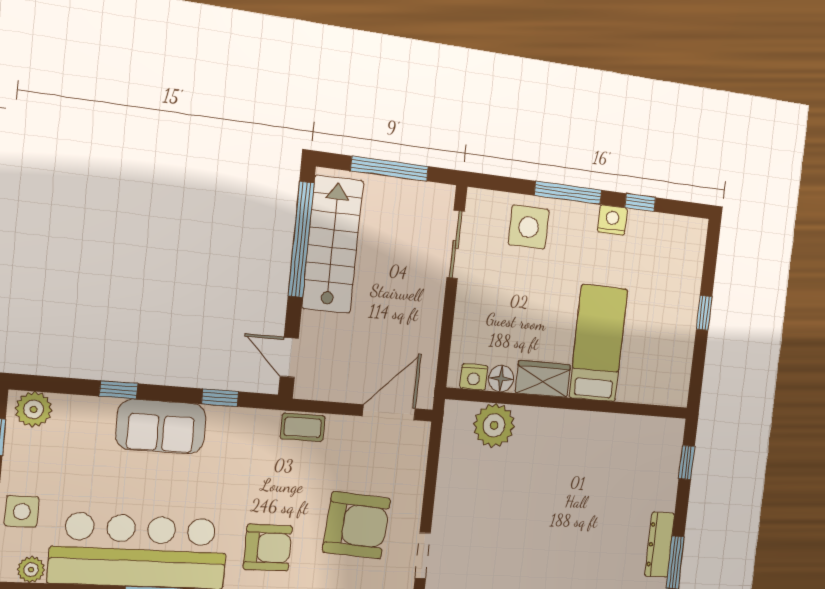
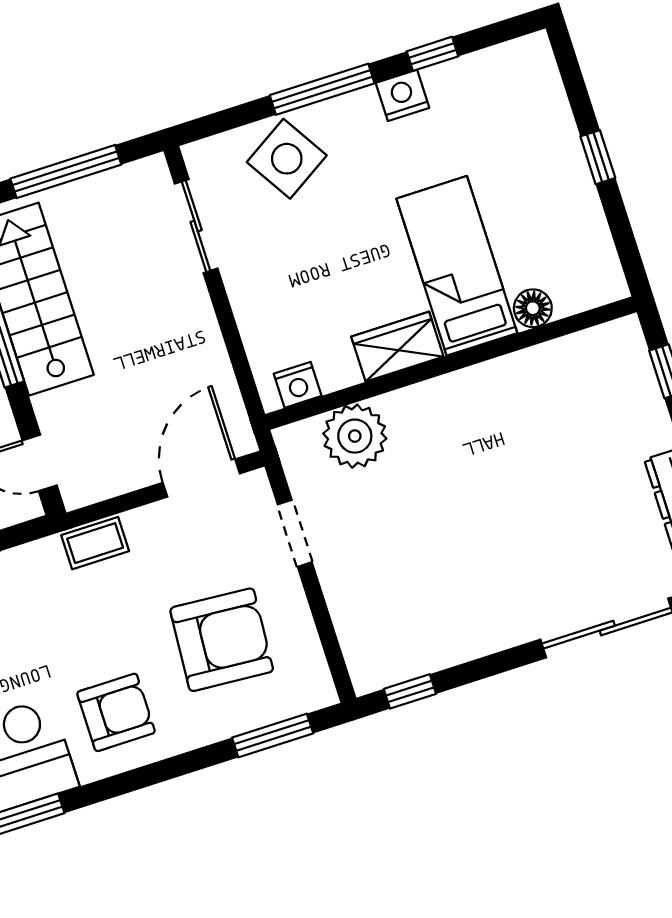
side table: (529, 227) -> (287, 159), turned -32
floor lamp: (501, 379) -> (533, 308), moved
doorway: (423, 555) -> (295, 533), moved

